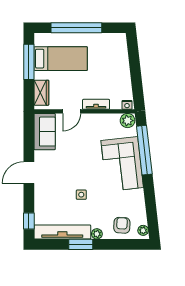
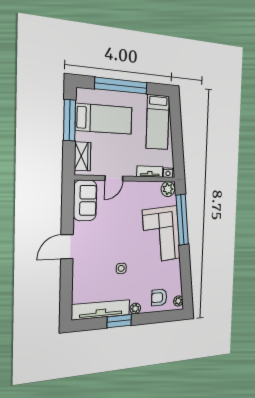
bed: (114, 58) -> (158, 122), added
tv unit: (96, 104) -> (150, 172), moved
window: (29, 221) -> (66, 301), removed
armchair: (122, 225) -> (159, 297), turned -93

